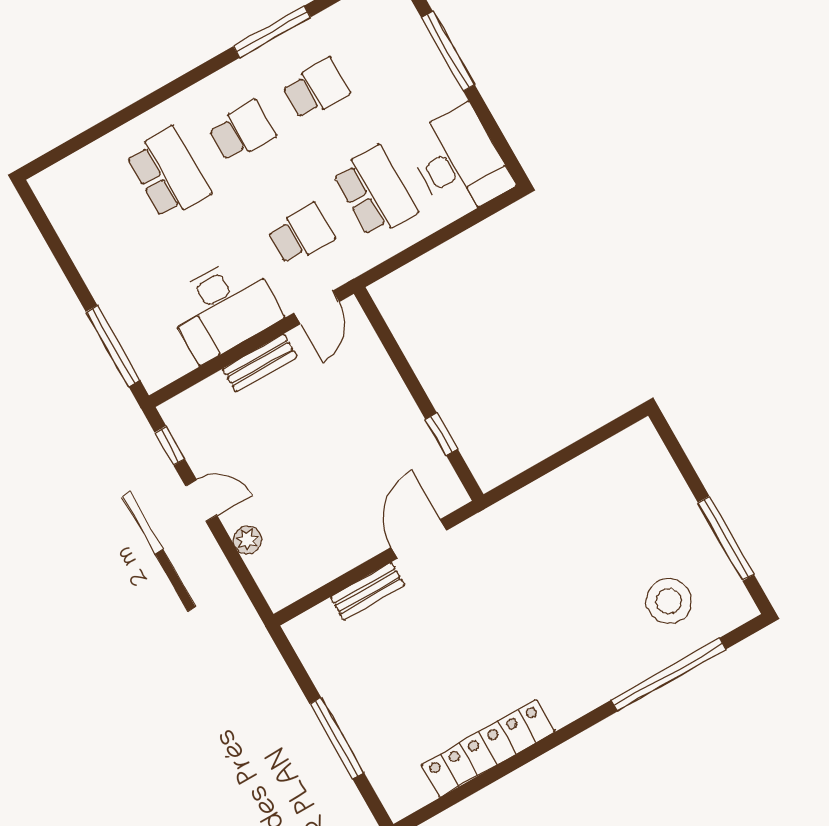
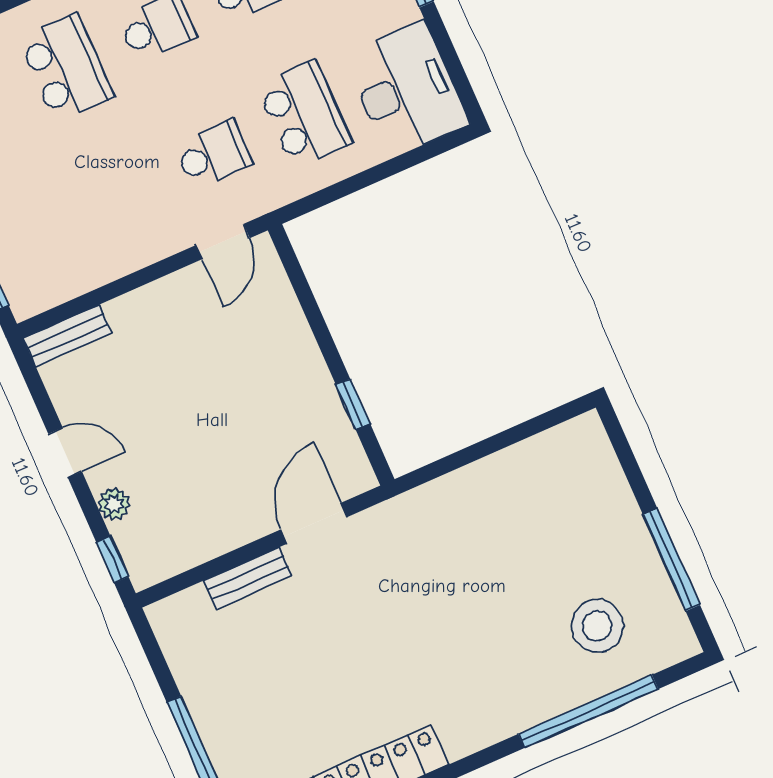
desk: (224, 308) -> (114, 231), removed
bench: (260, 363) -> (68, 336), moved
window: (170, 446) -> (112, 559), moved

